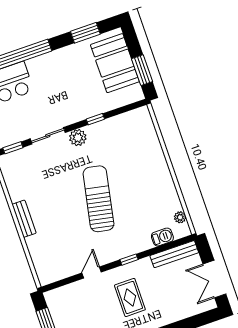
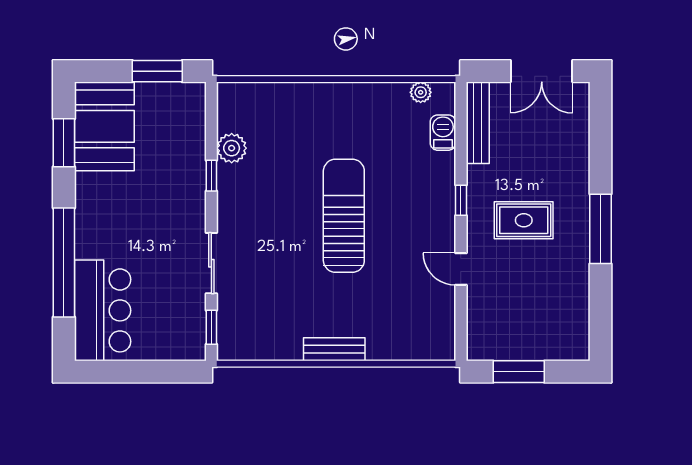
booth: (115, 63) -> (104, 126), moved, turned 90
plant: (78, 138) -> (232, 148), moved
sun lounger: (98, 199) -> (344, 216), turned 79

